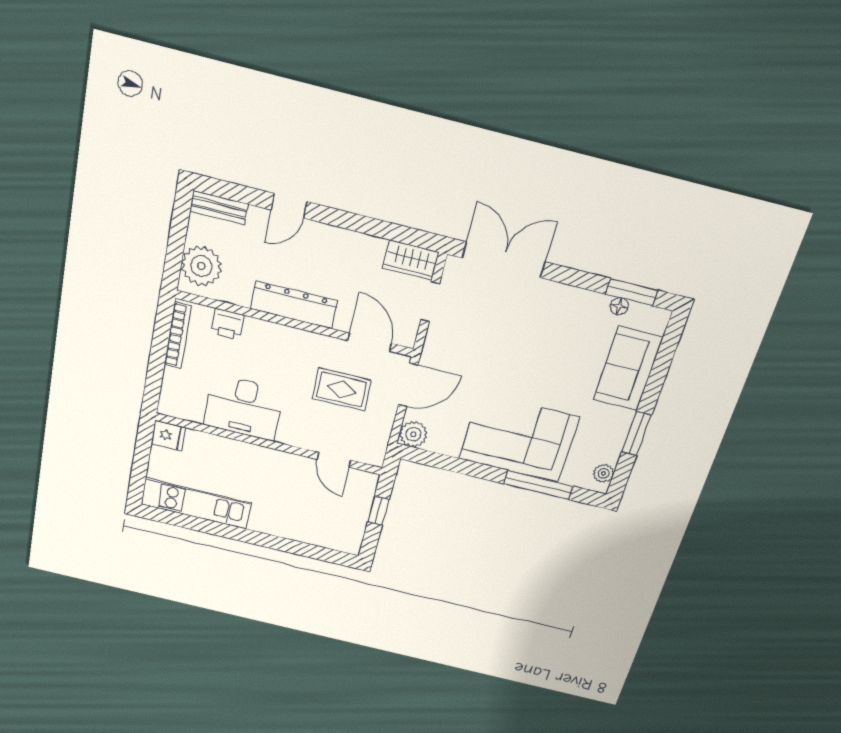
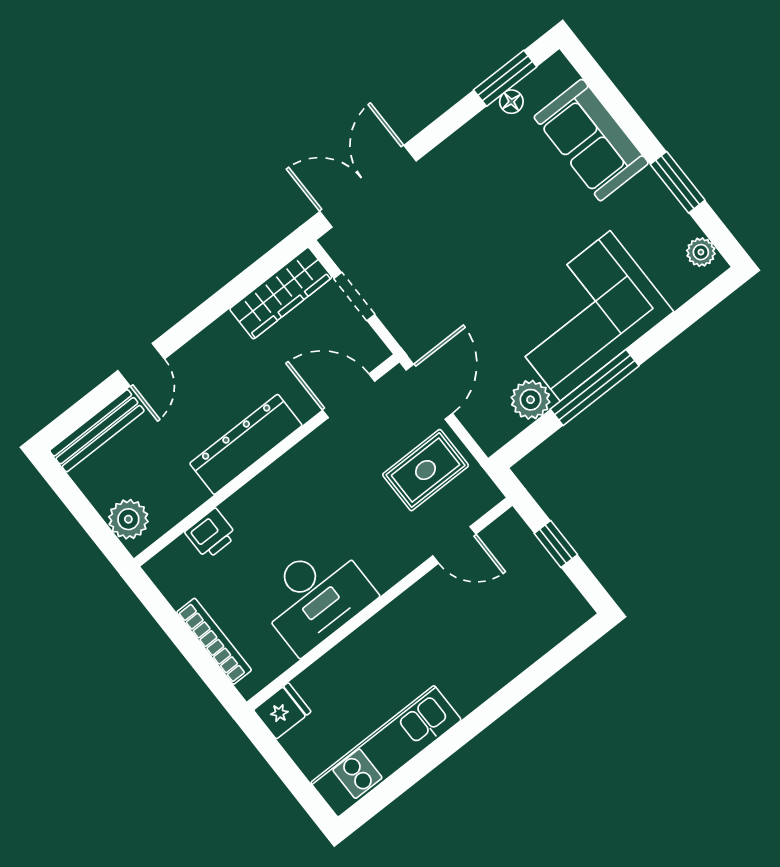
bench: (219, 208) -> (97, 431), width x1.36
wardrobe: (411, 260) -> (281, 293), width x1.50
plant: (201, 266) -> (128, 519), width x0.73, depth x0.73
bookcase: (178, 335) -> (214, 641), moved
rug: (341, 389) -> (426, 470), moved
plant: (413, 434) -> (531, 400), moved
window: (538, 485) -> (595, 387), moved

